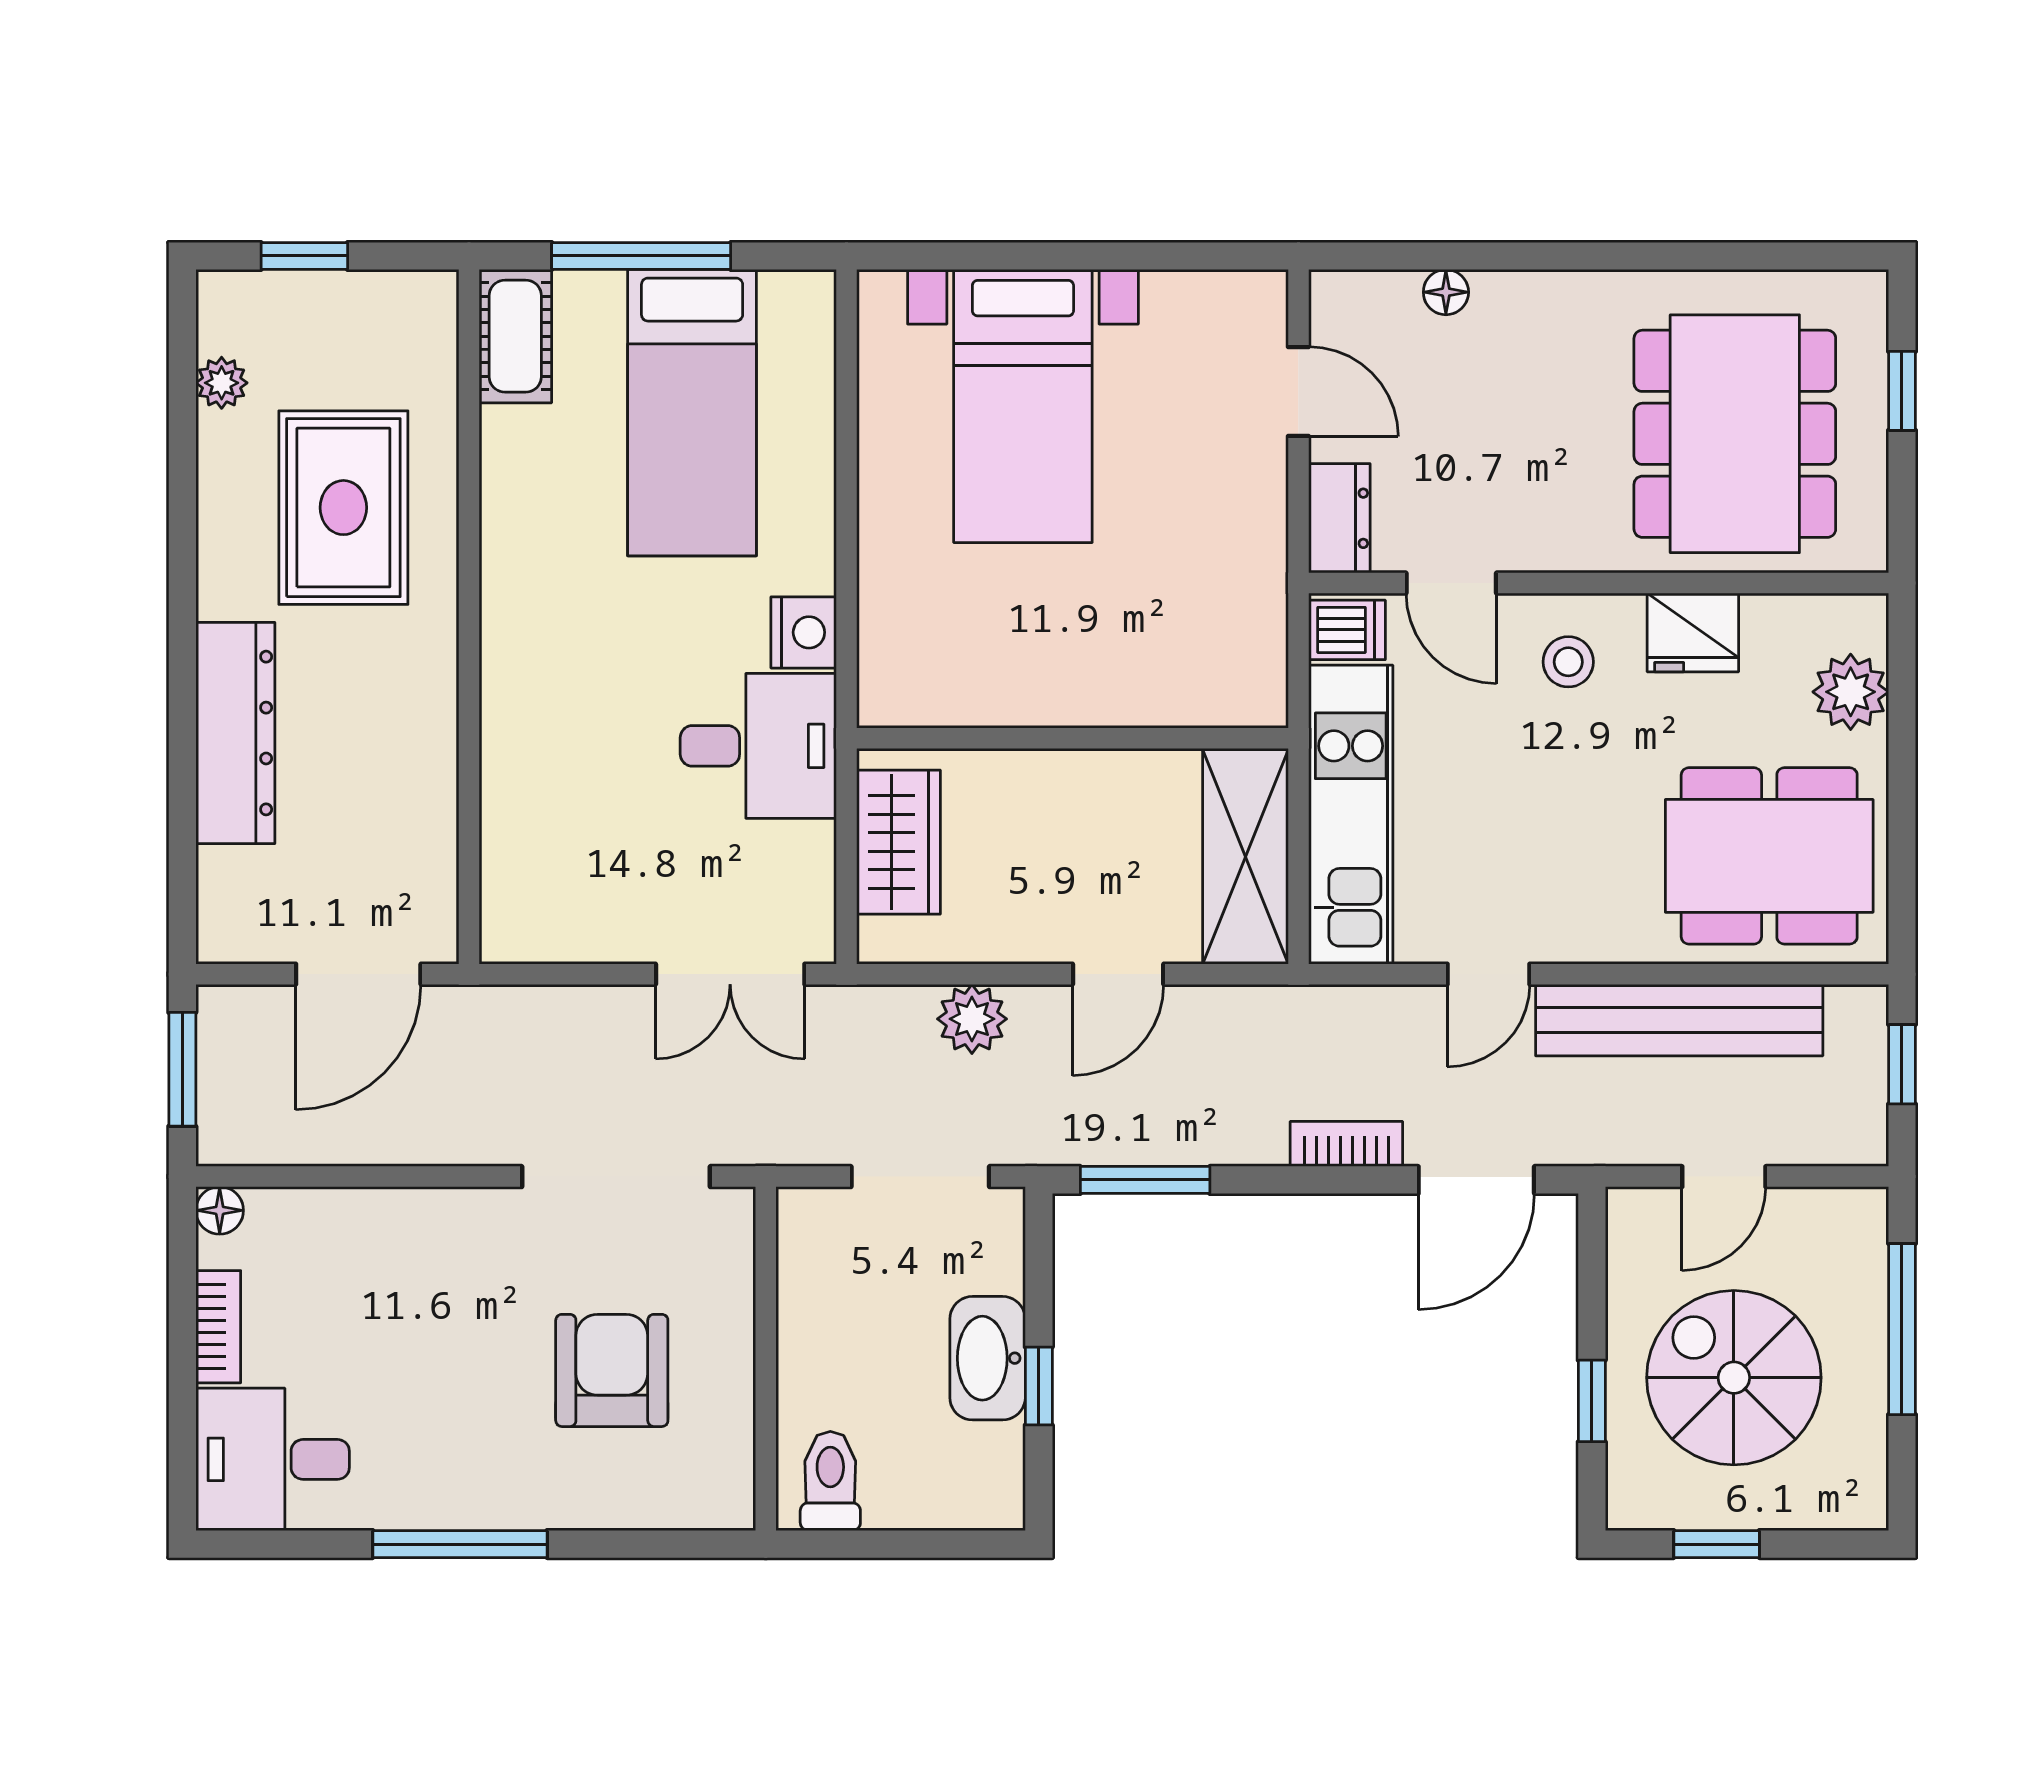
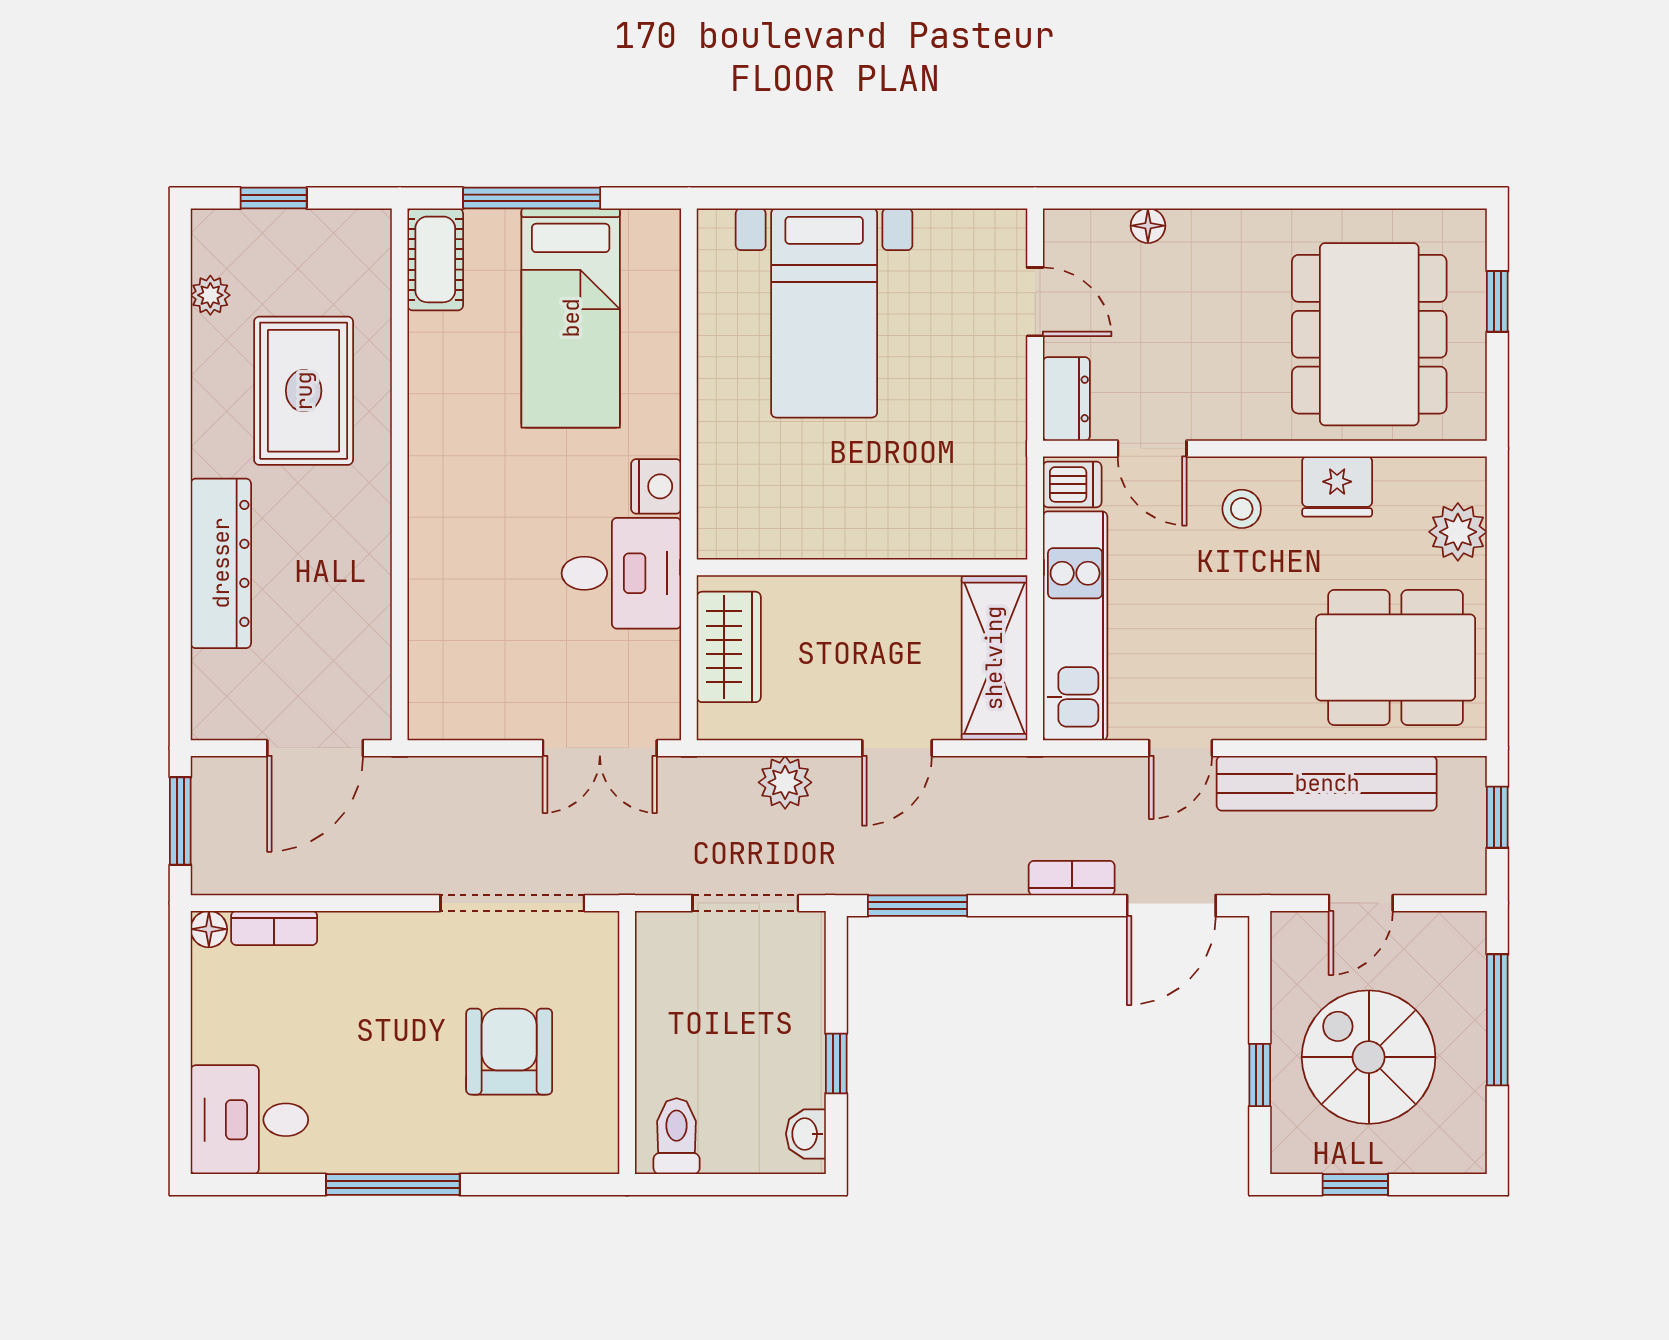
bookcase: (218, 1327) -> (274, 928), moved, turned 90
washbasin: (988, 1358) -> (806, 1134), moved, width x0.52, depth x0.69

